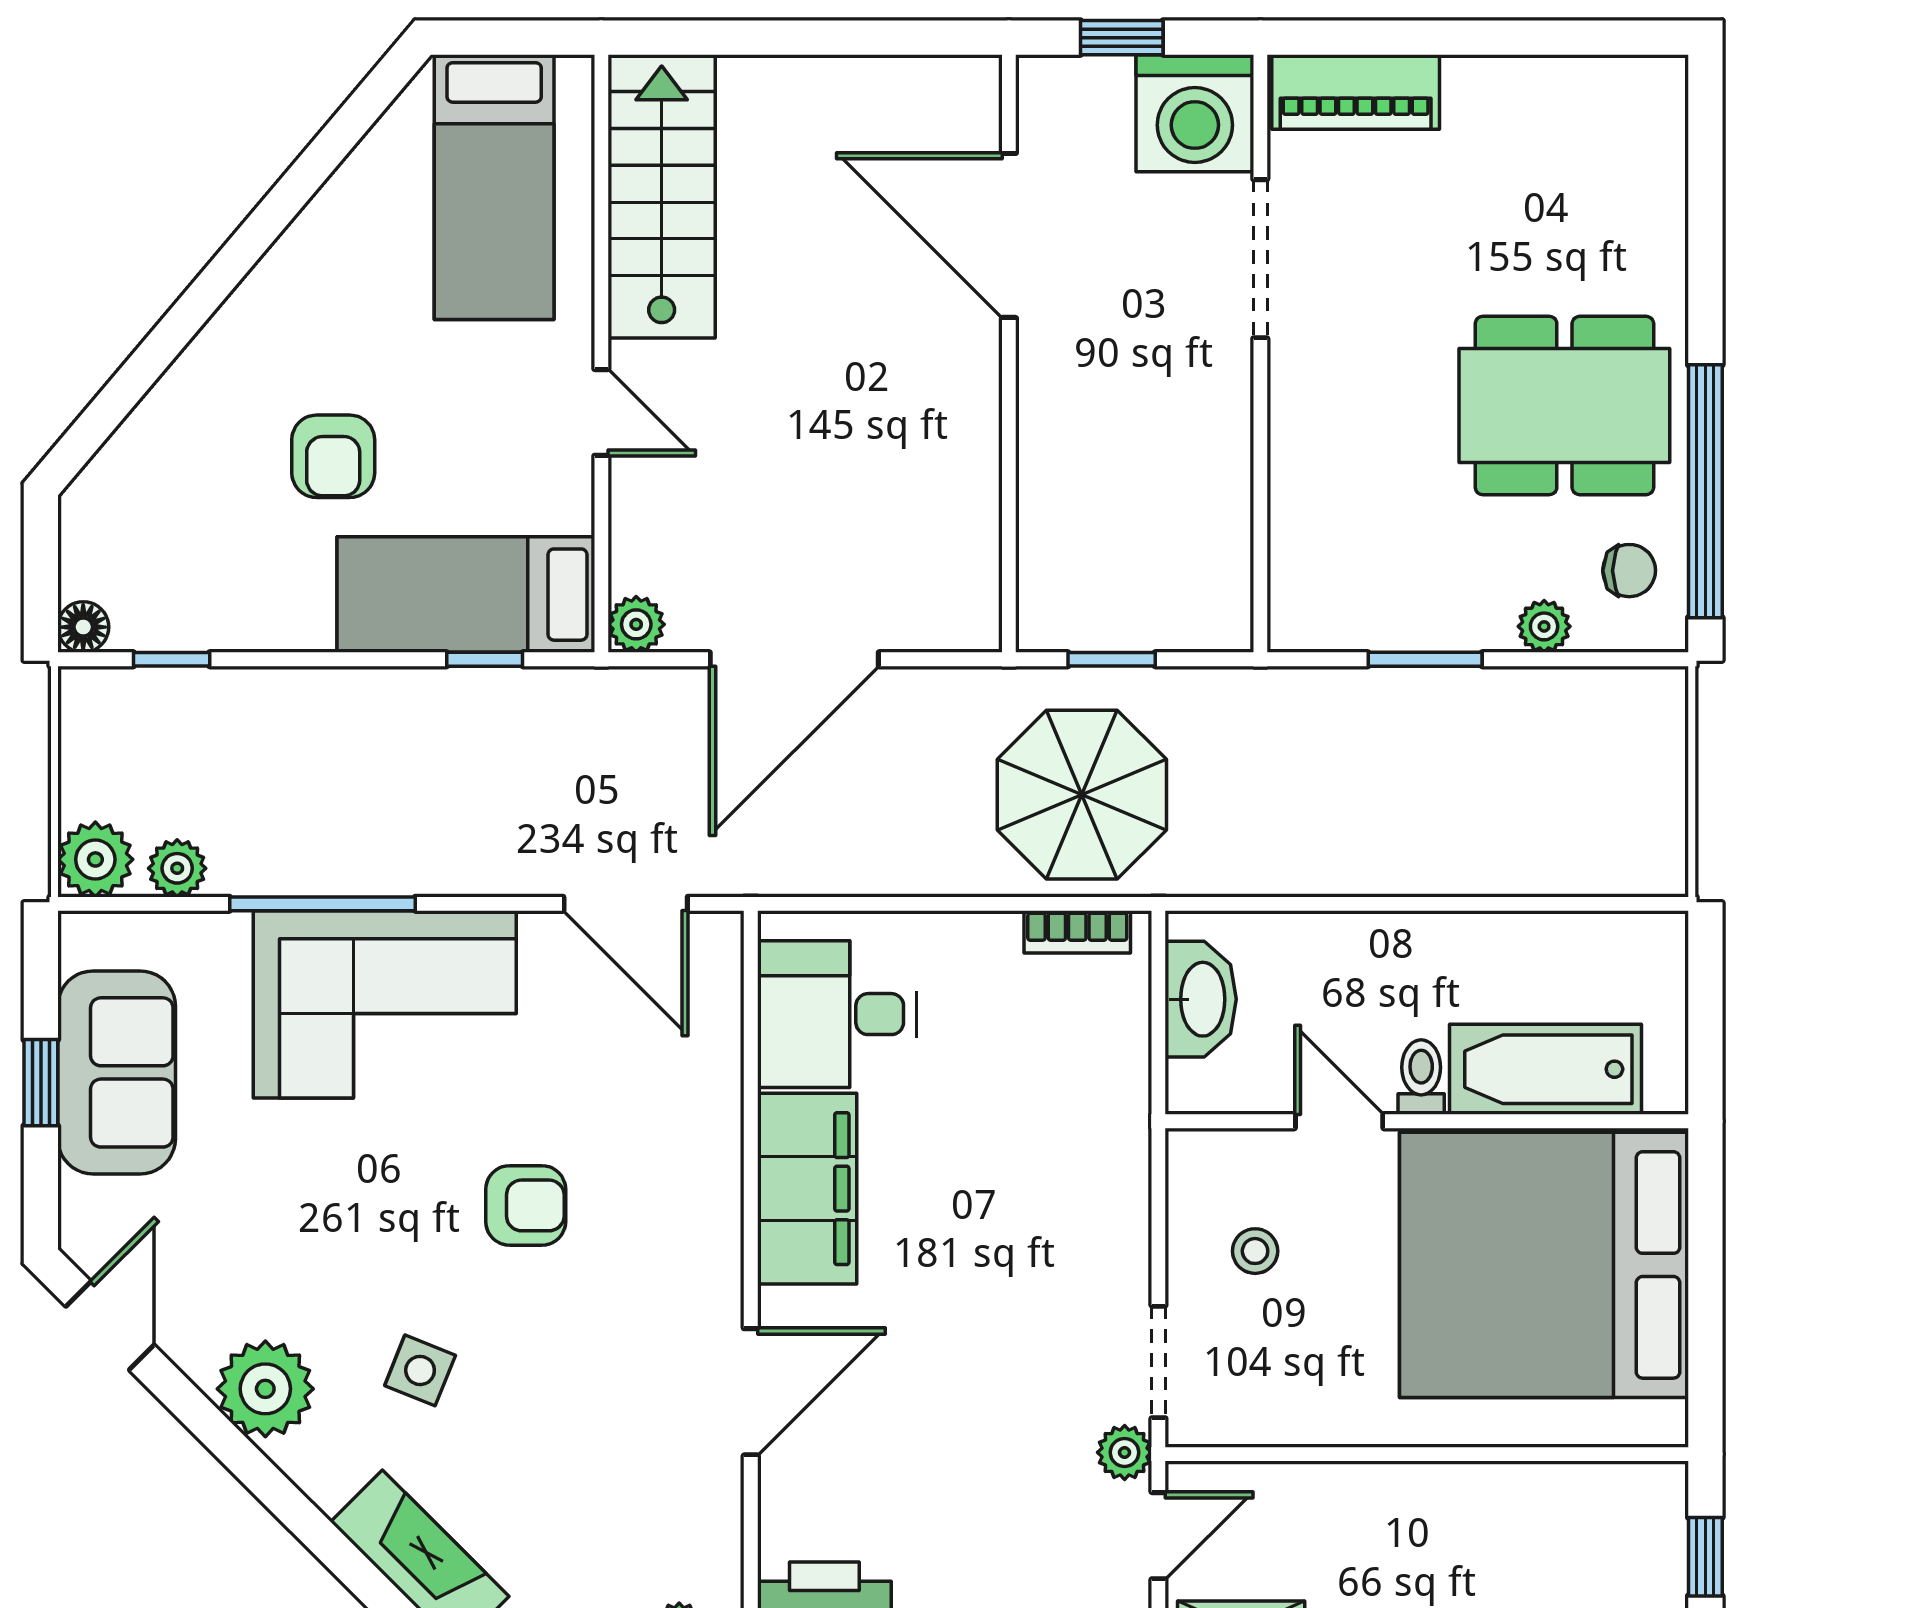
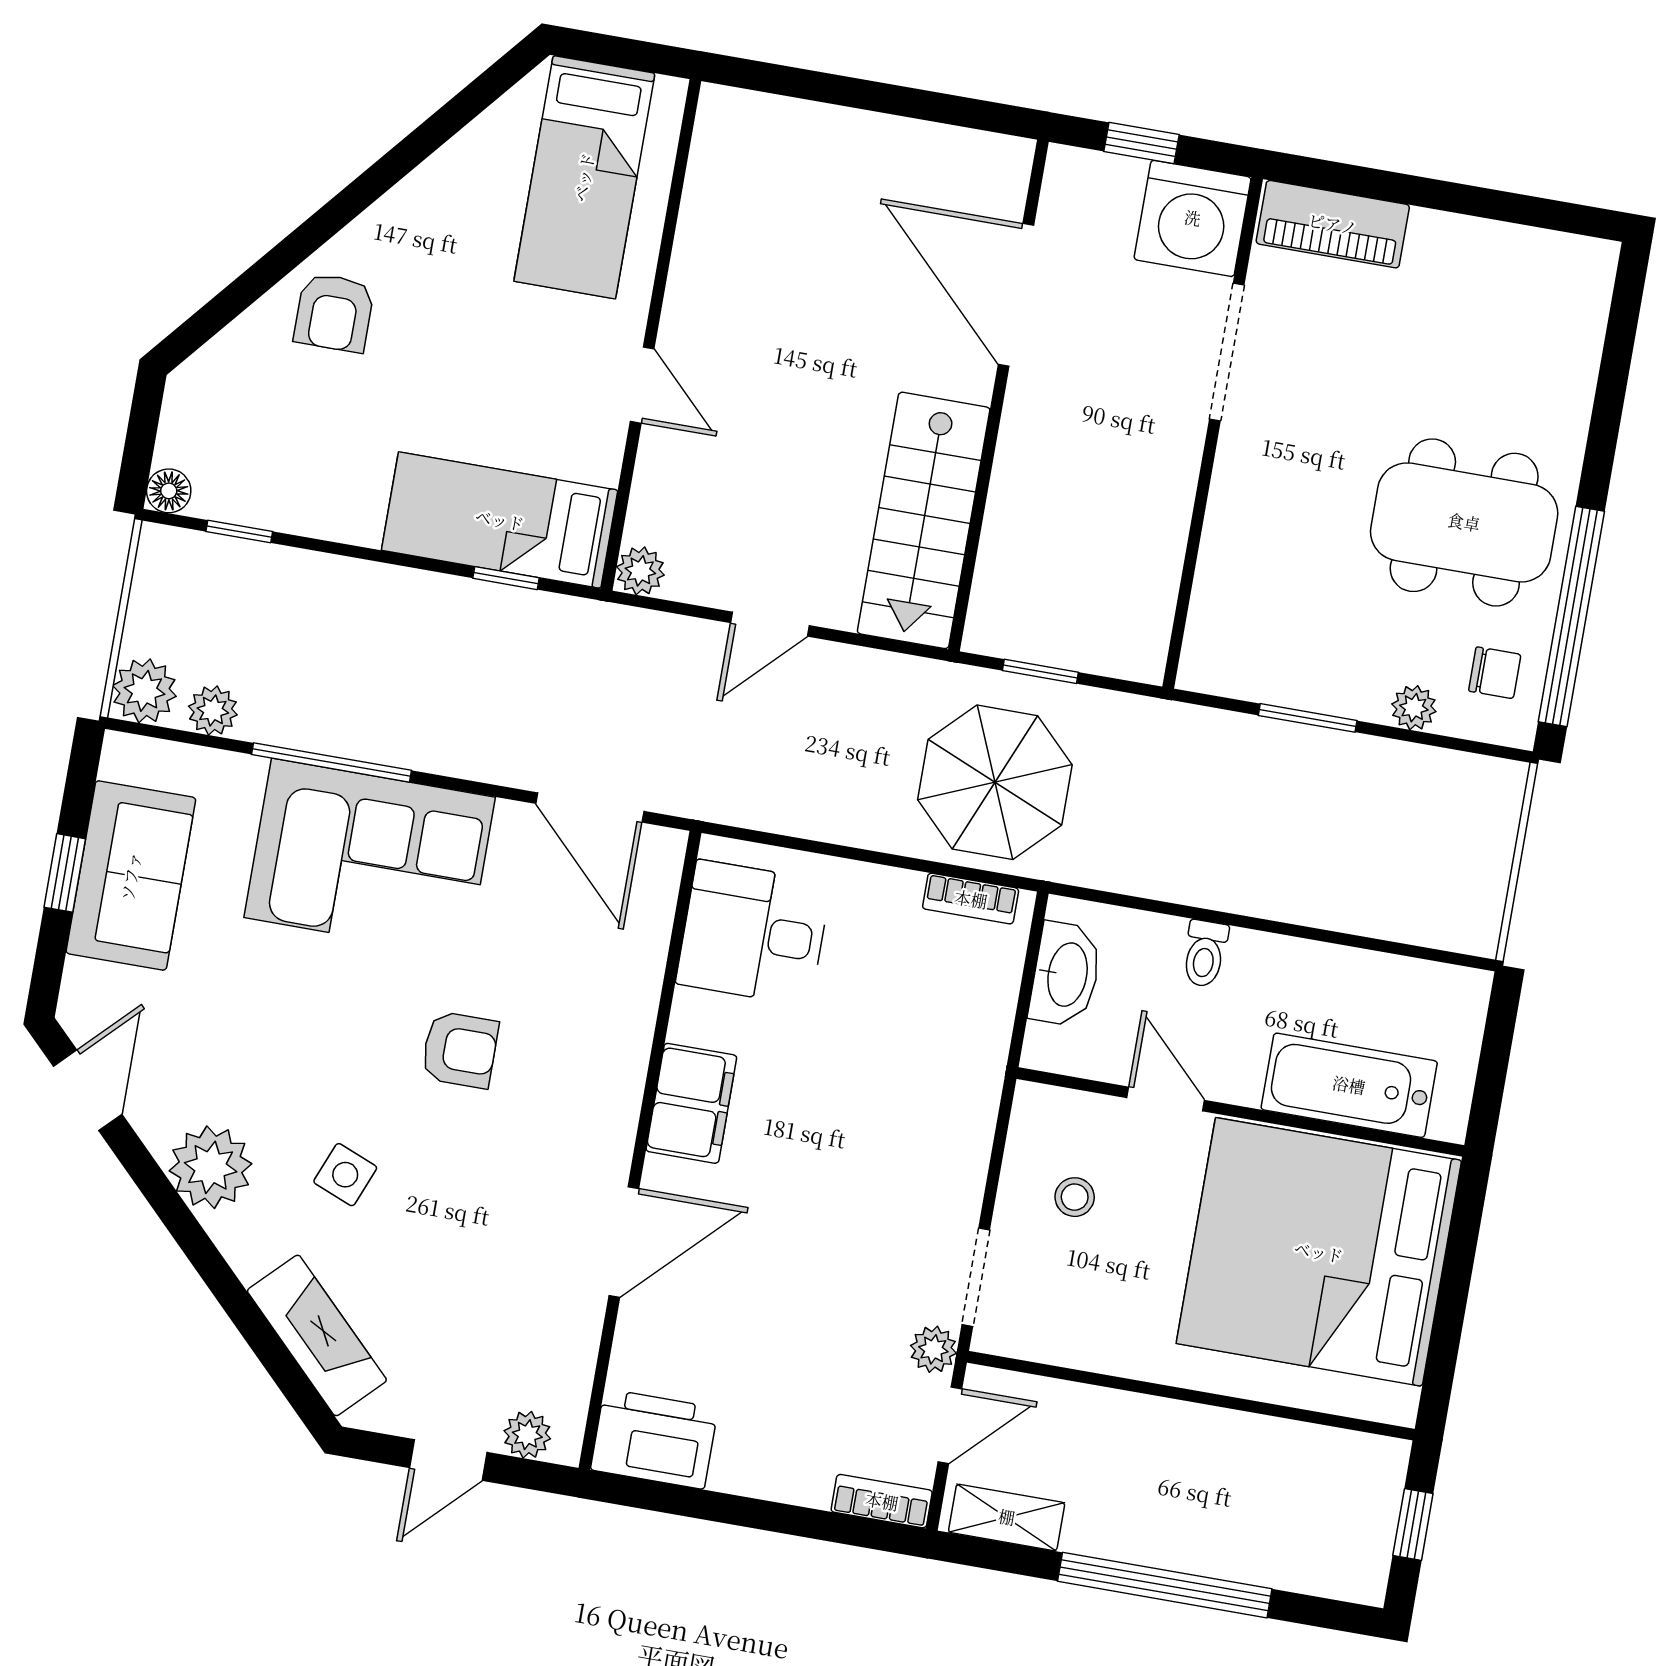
stairs: (662, 196) -> (924, 520), moved, turned 180
armchair: (333, 456) -> (334, 313), moved
door: (794, 659) -> (770, 624), width x0.53
toilet: (1421, 1077) -> (1205, 954), moved, turned 180
filing cabinet: (807, 1189) -> (691, 1103), width x0.67, depth x0.86

